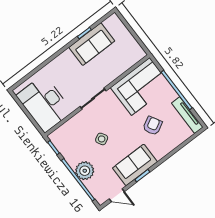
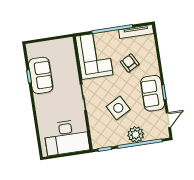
side table: (102, 139) -> (118, 108), width x1.87, depth x1.87

